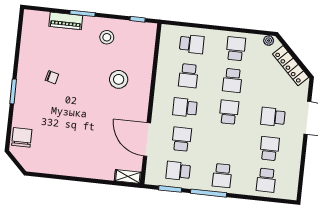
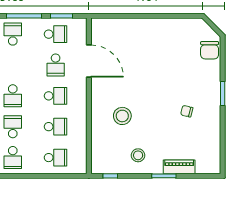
school desk: (192, 44) -> (56, 158), turned 180
school desk: (188, 76) -> (56, 127), turned 90
shelving: (128, 177) -> (103, 23), removed

